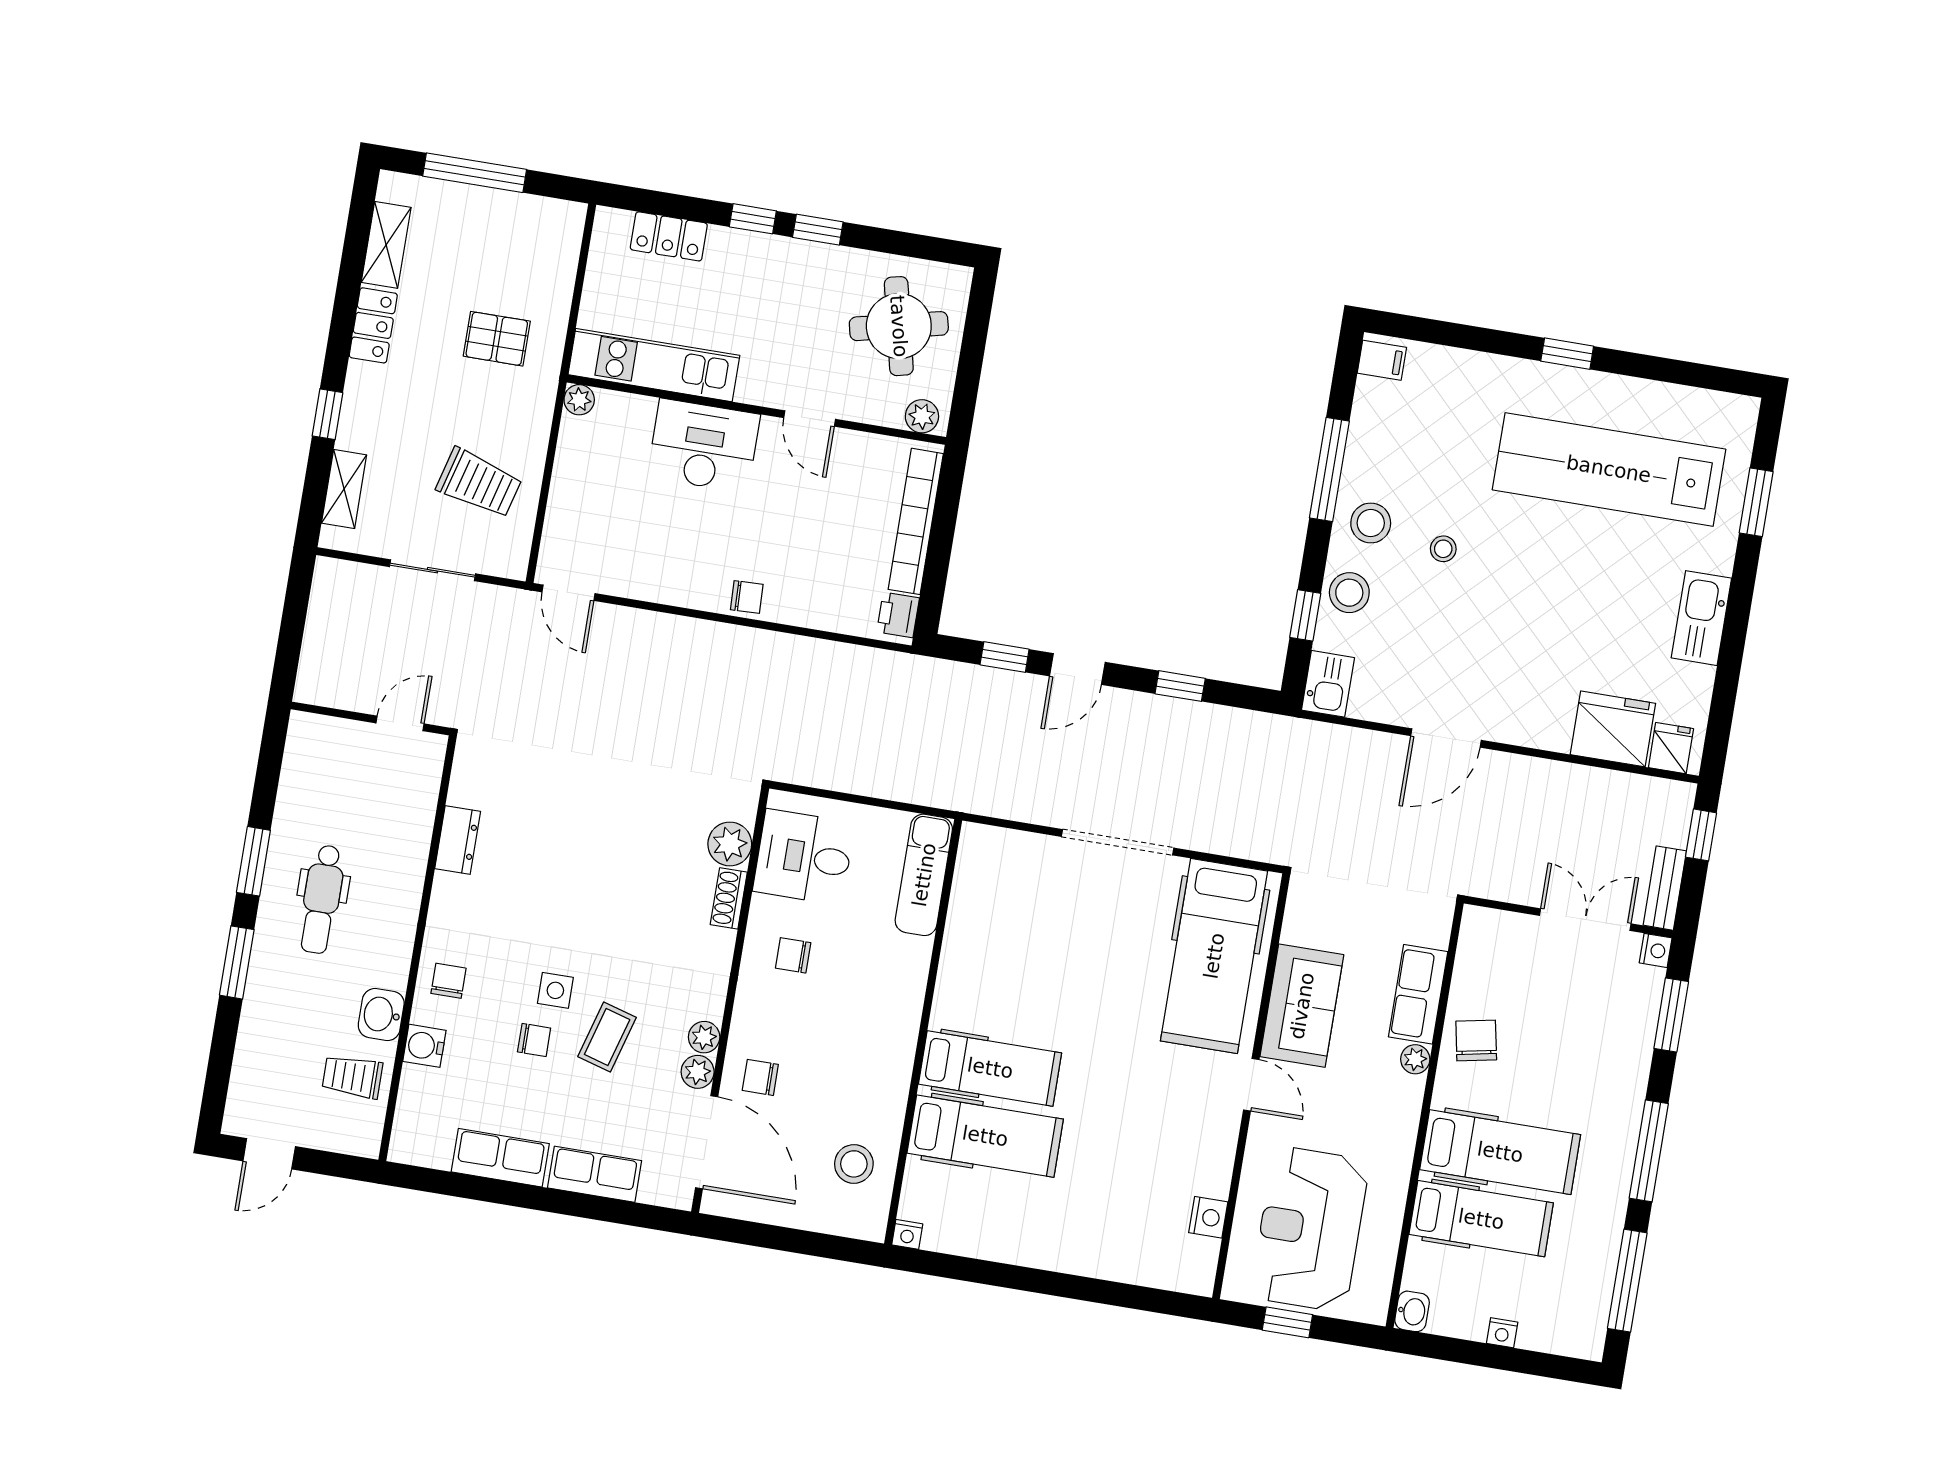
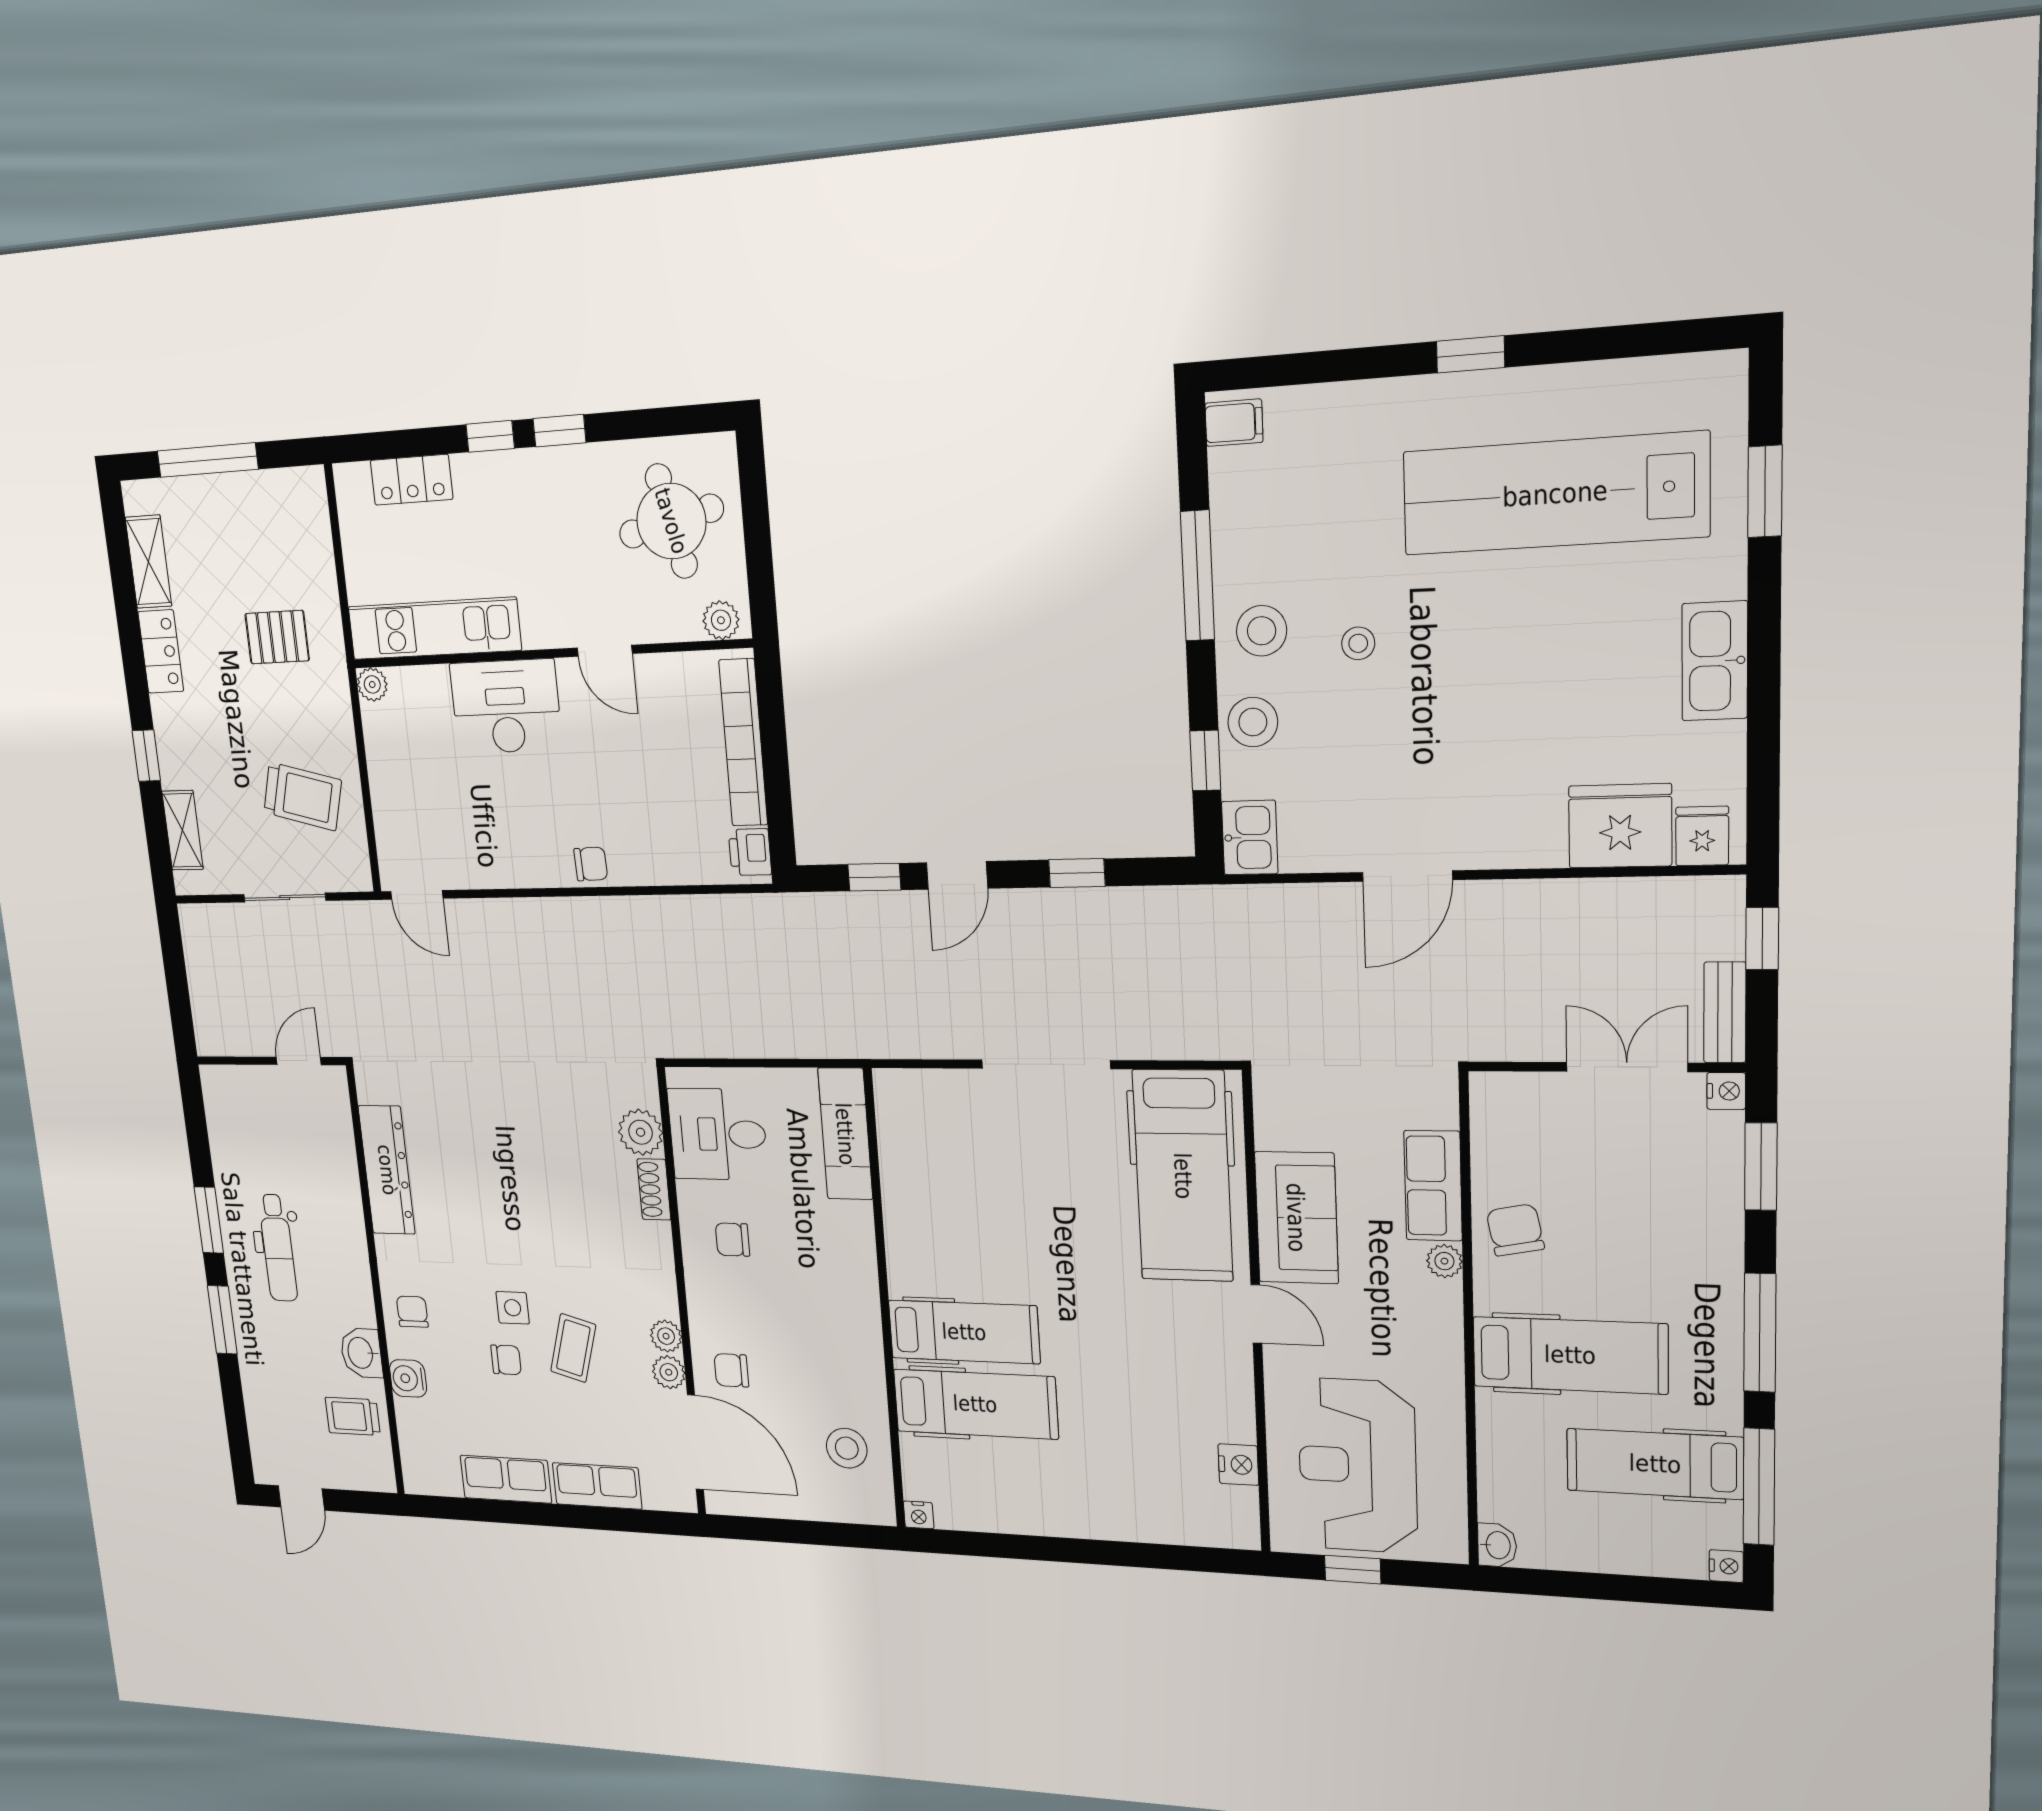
dresser: (458, 840) -> (387, 1170), width x1.96, depth x1.24
hospital bed: (1481, 1219) -> (1655, 1464), moved, turned 180
nightstand: (1502, 1333) -> (1726, 1566), moved, turned -90

